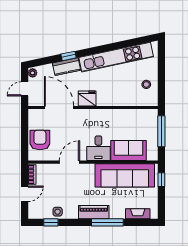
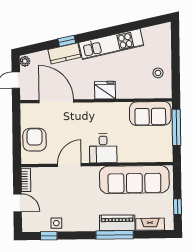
kitchen unit: (116, 57) -> (111, 44), width x0.73
fridge: (87, 98) -> (105, 90), moved
sofa: (129, 151) -> (150, 114), moved, turned 180
window: (161, 180) -> (177, 207), moved
door: (25, 194) -> (18, 203), hinge flipped
piano: (94, 212) -> (117, 223), moved

